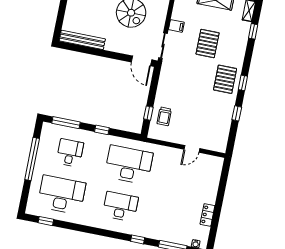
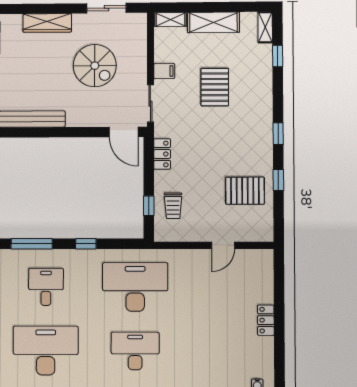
pallet: (225, 79) -> (245, 191), moved, turned 90
locker: (164, 81) -> (162, 154), added
locker: (207, 215) -> (266, 320), moved

